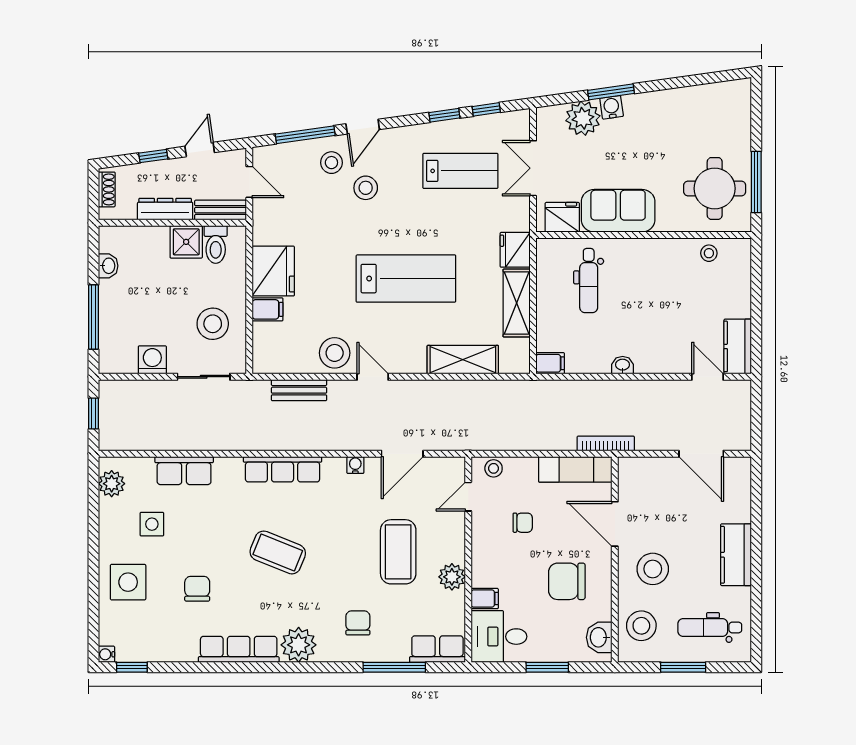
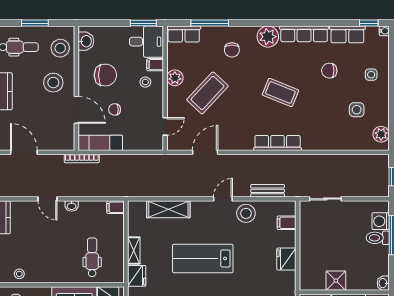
toilet: (216, 245) -> (378, 238), moved, turned -90
washbasin: (108, 266) -> (383, 283), moved
fridge: (273, 271) -> (286, 259), width x0.73, depth x0.75
shelving: (517, 303) -> (134, 250), width x0.67, depth x0.75
filing cabinet: (268, 309) -> (287, 223), moved
stool: (213, 324) -> (320, 231), removed
washing machine: (152, 360) -> (381, 221), moved, turned 90
door: (373, 377) -> (223, 199), swing flipped
door: (708, 377) -> (47, 199), moved
water cooler: (355, 465) -> (233, 146), removed
stool: (494, 468) -> (145, 82), moved
row of seats: (184, 471) -> (347, 34), moved, turned 180
chair: (523, 523) -> (115, 109), moved
coffee table: (398, 552) -> (207, 93), turned 43
side table: (128, 582) -> (371, 75), width x0.54, depth x0.54
chair: (197, 589) -> (329, 71), turned 90
window: (547, 667) -> (143, 23), moved

